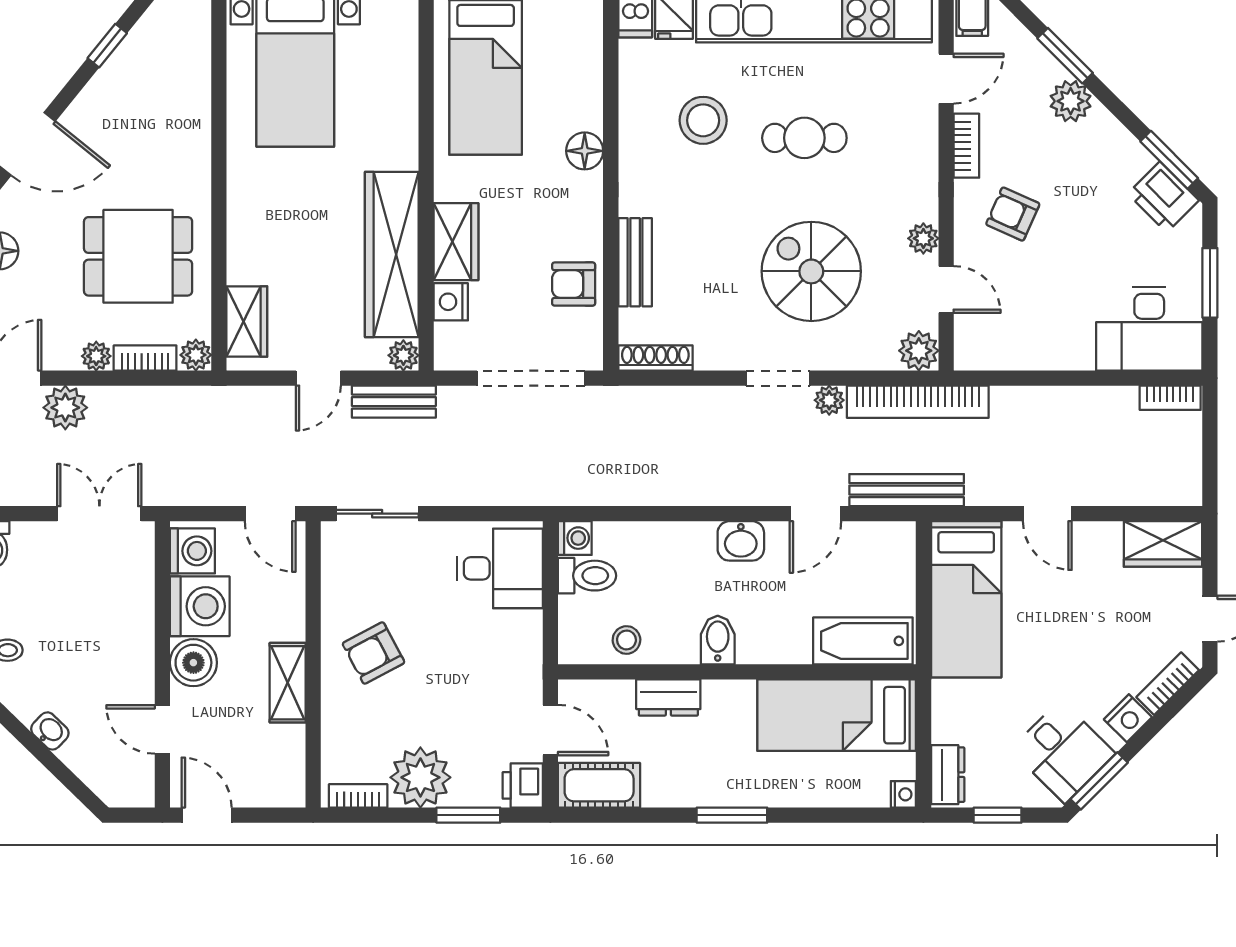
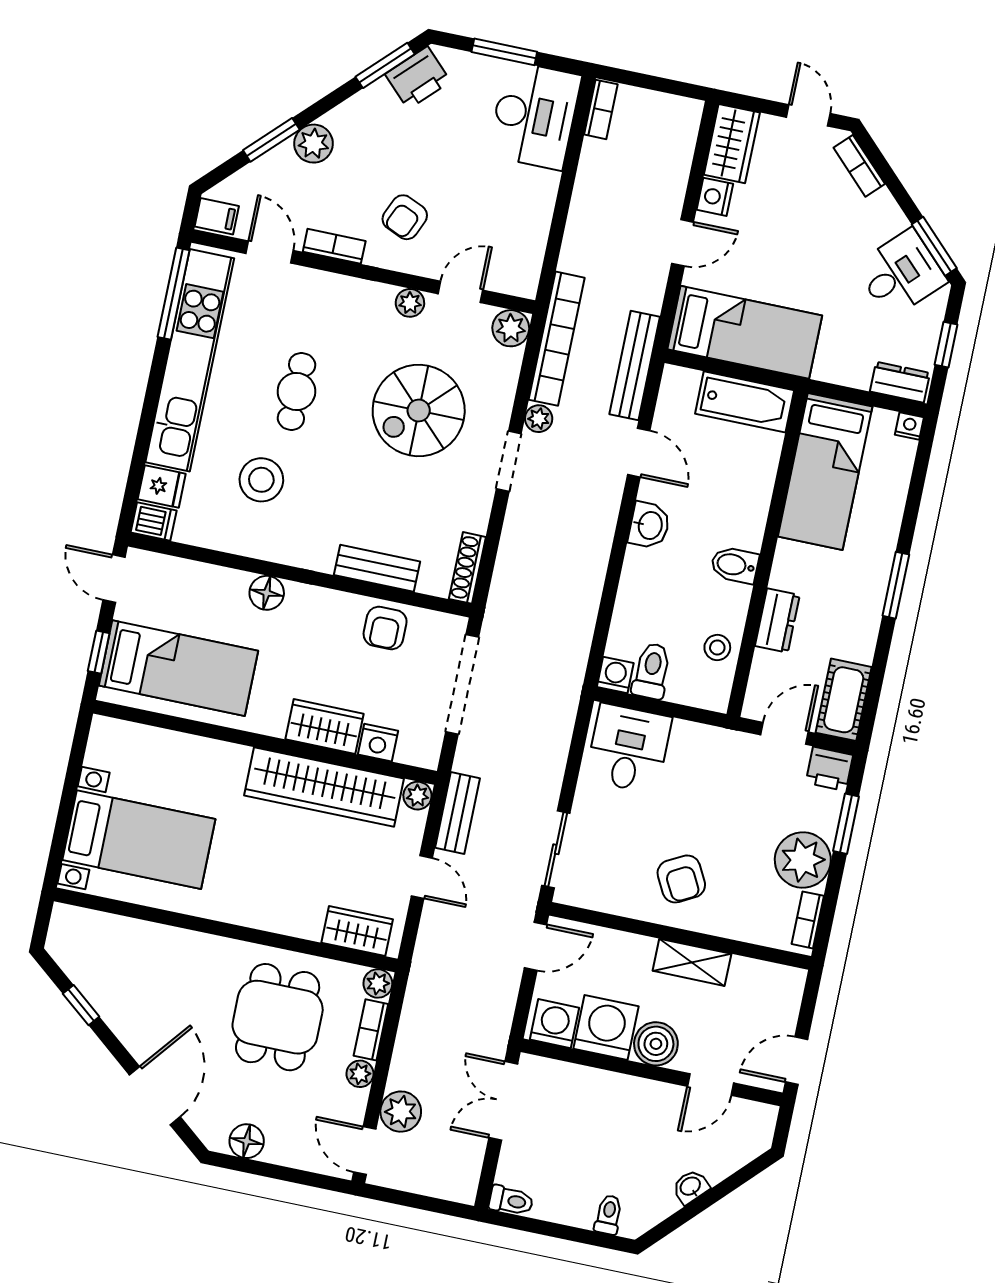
bathtub: (863, 641) -> (745, 402), moved, turned -90
nightstand: (1128, 718) -> (715, 197), moved, turned -135

